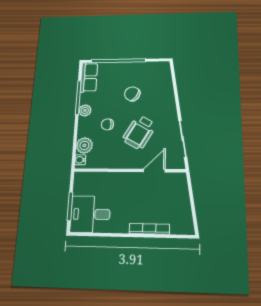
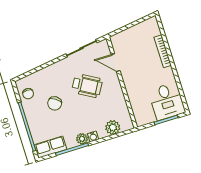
chair: (107, 124) -> (28, 94), moved
water cooler: (80, 160) -> (93, 137), moved

